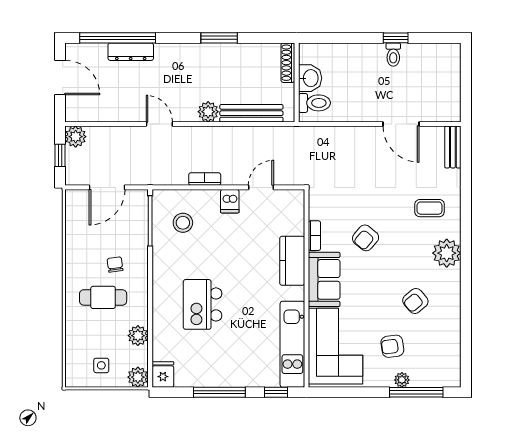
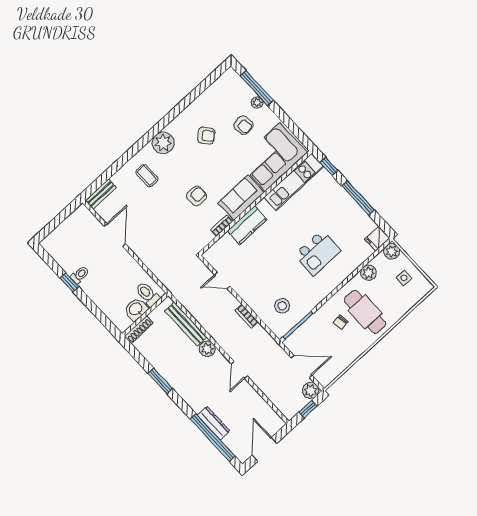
plant: (76, 137) -> (311, 390), moved
dishwasher: (230, 201) -> (246, 291), removed
armchair: (366, 238) -> (197, 196), turned -40
cafe table: (103, 297) -> (365, 312), width x1.37, depth x1.35

